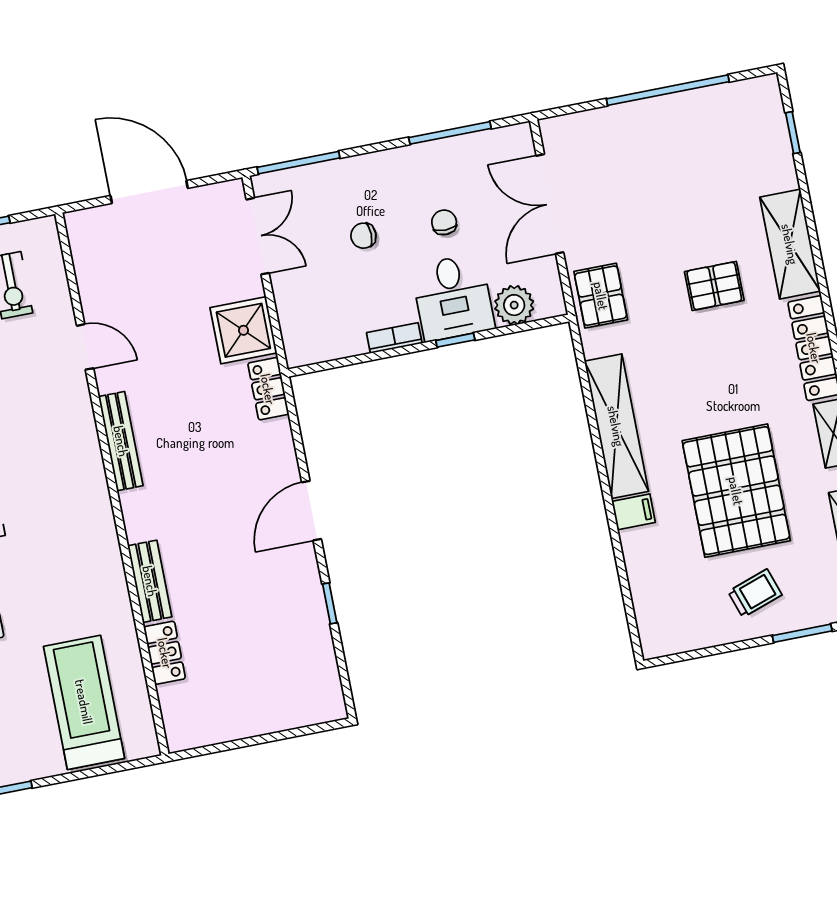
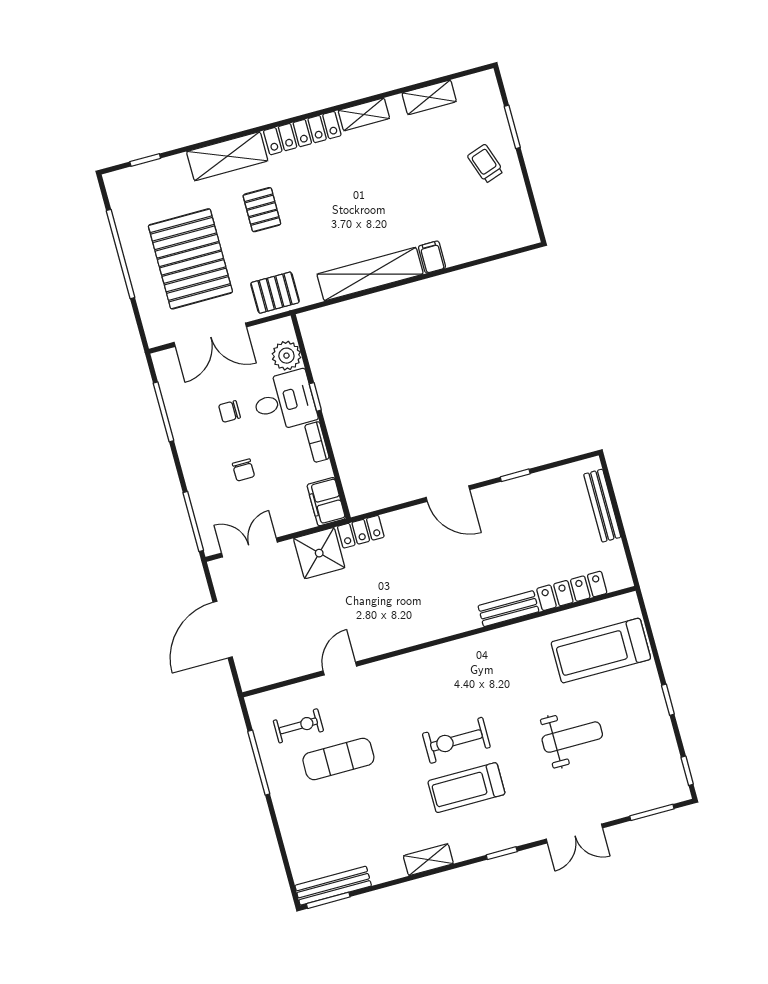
filing cabinet: (312, 345) -> (326, 502), added
bench: (121, 441) -> (602, 506), moved, turned 90
pallet: (736, 491) -> (190, 259), moved, turned 90
locker: (165, 653) -> (572, 591), width x1.53

